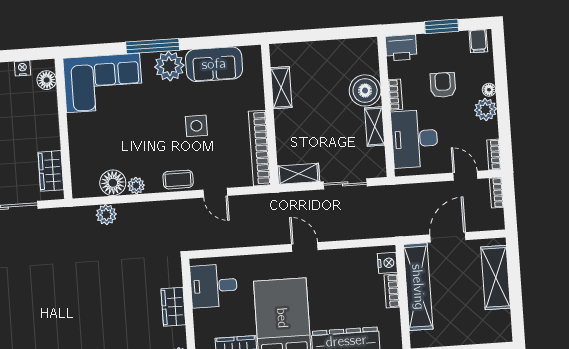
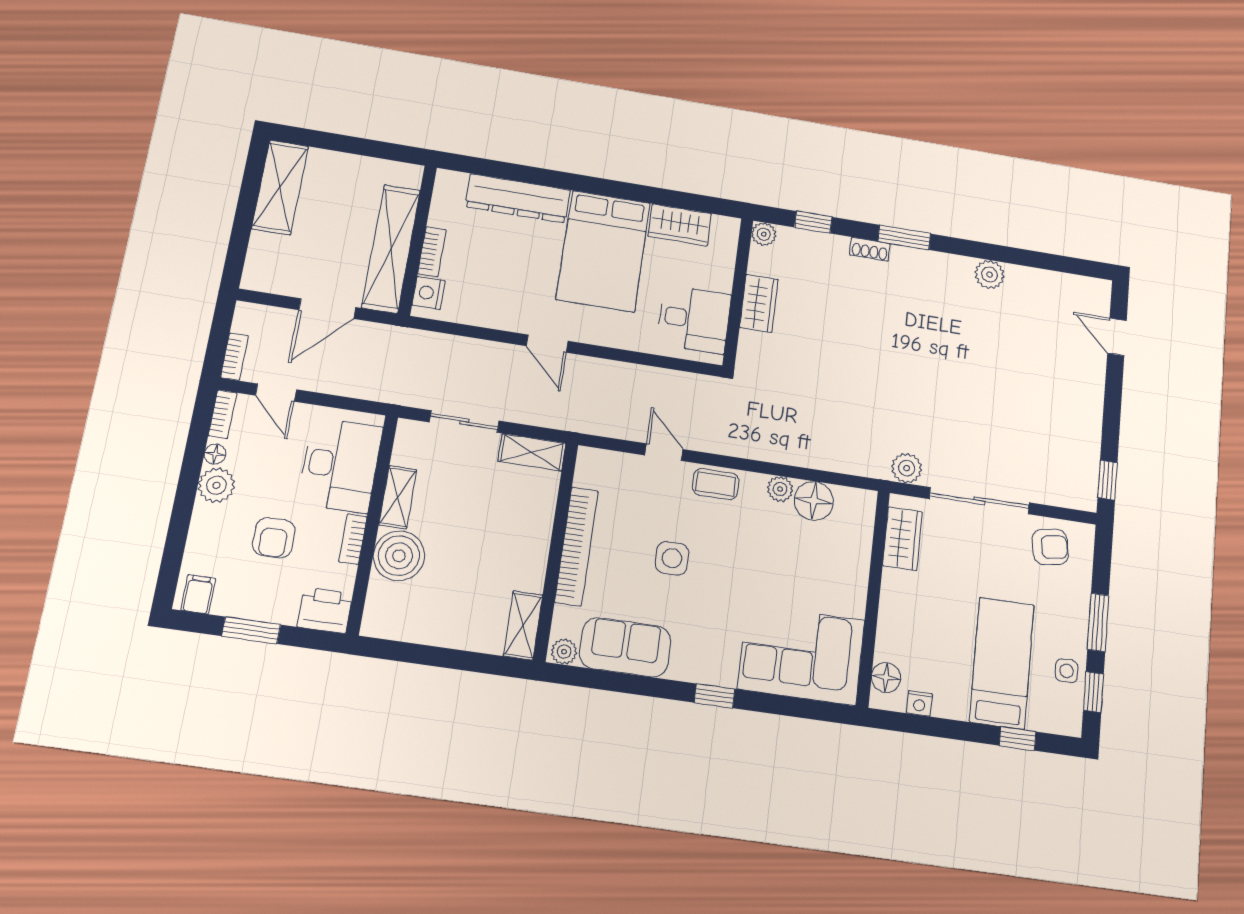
window: (153, 46) -> (715, 696), width x0.46
plant: (169, 66) -> (564, 652), moved, width x0.53, depth x0.53
shelving: (281, 88) -> (523, 625), moved
floor lamp: (489, 90) -> (215, 454), moved
bookcase: (260, 148) -> (576, 546), moved
plant: (106, 215) -> (907, 468), moved
shelving: (496, 277) -> (280, 187), moved

